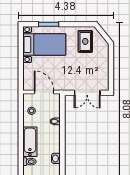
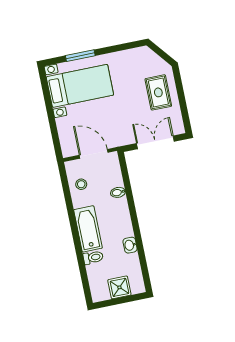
rug: (85, 41) -> (158, 92), moved
double door: (87, 93) -> (155, 142), swing flipped

